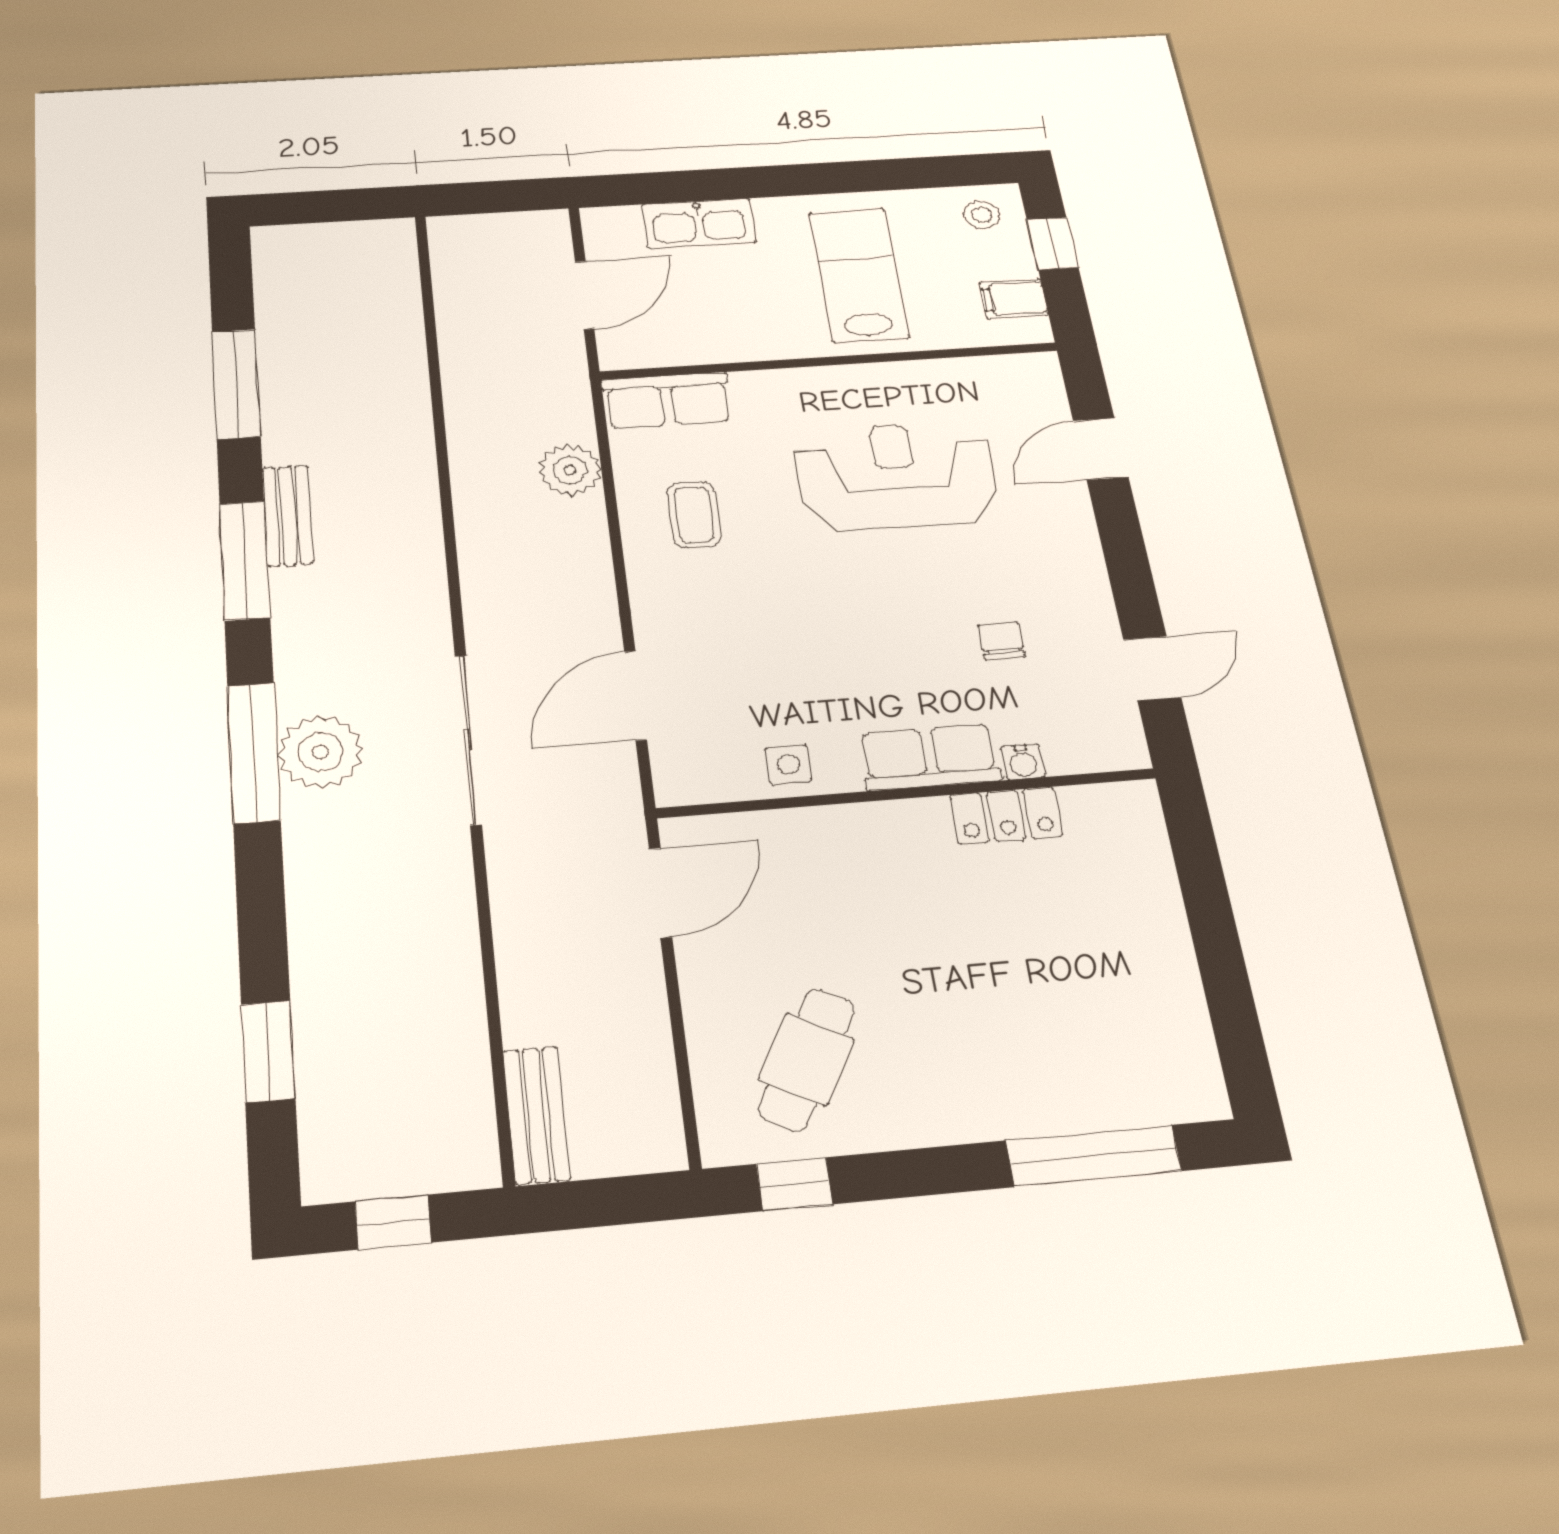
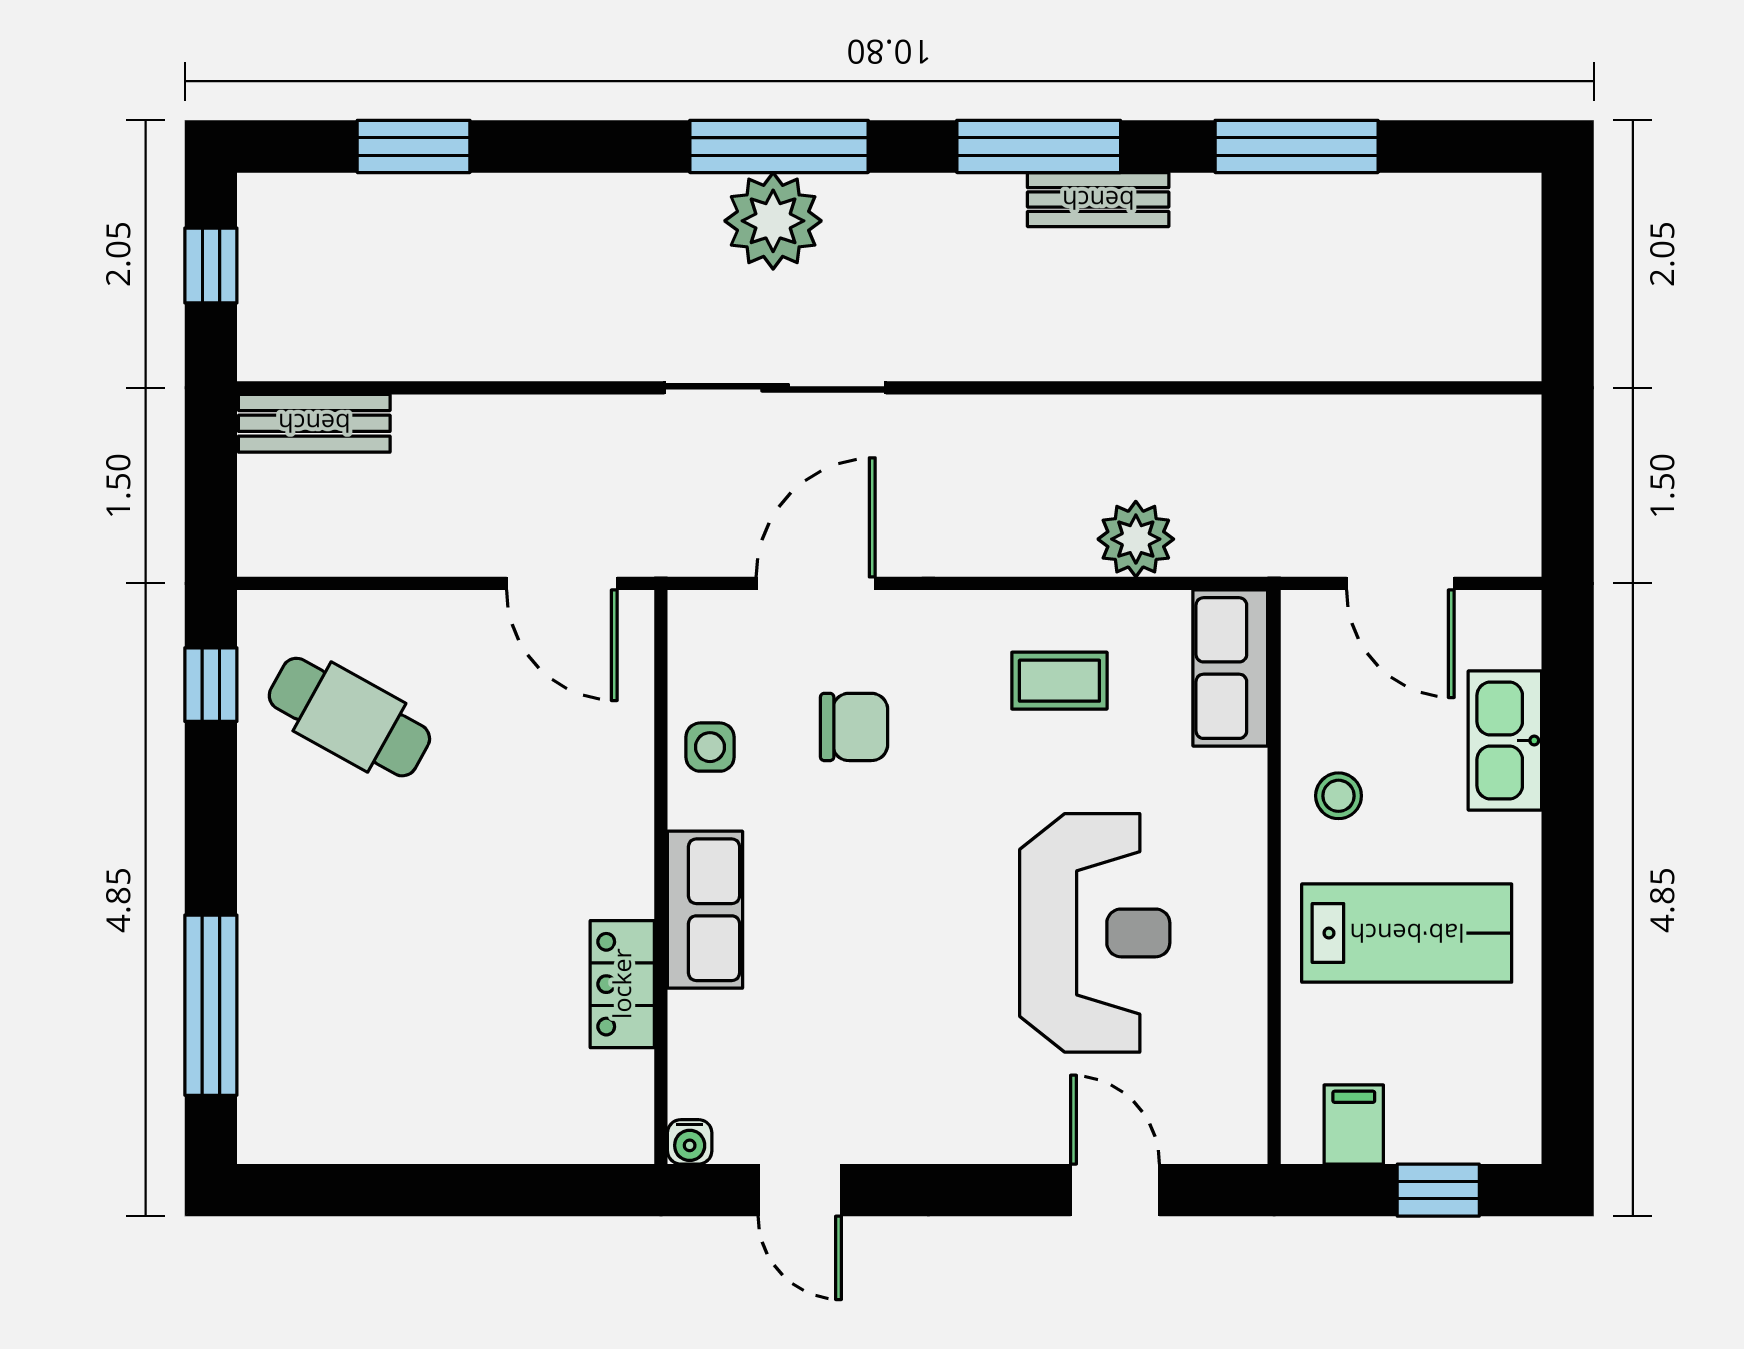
stool: (982, 215) -> (1339, 796), moved
chair: (1001, 641) -> (854, 727), moved, width x1.37, depth x1.37
door: (635, 696) -> (816, 583), hinge flipped
water cooler: (1023, 762) -> (690, 1142), moved, turned -90

